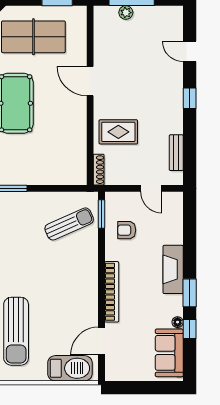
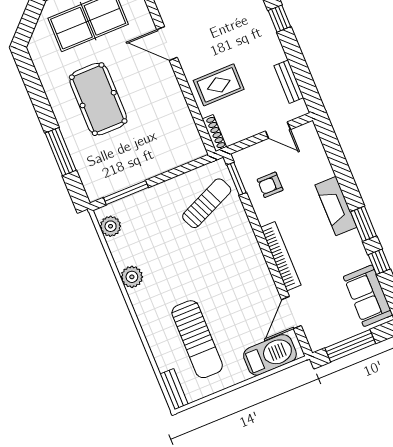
floor lamp: (178, 322) -> (363, 260), removed
window: (138, 388) -> (350, 346), added

